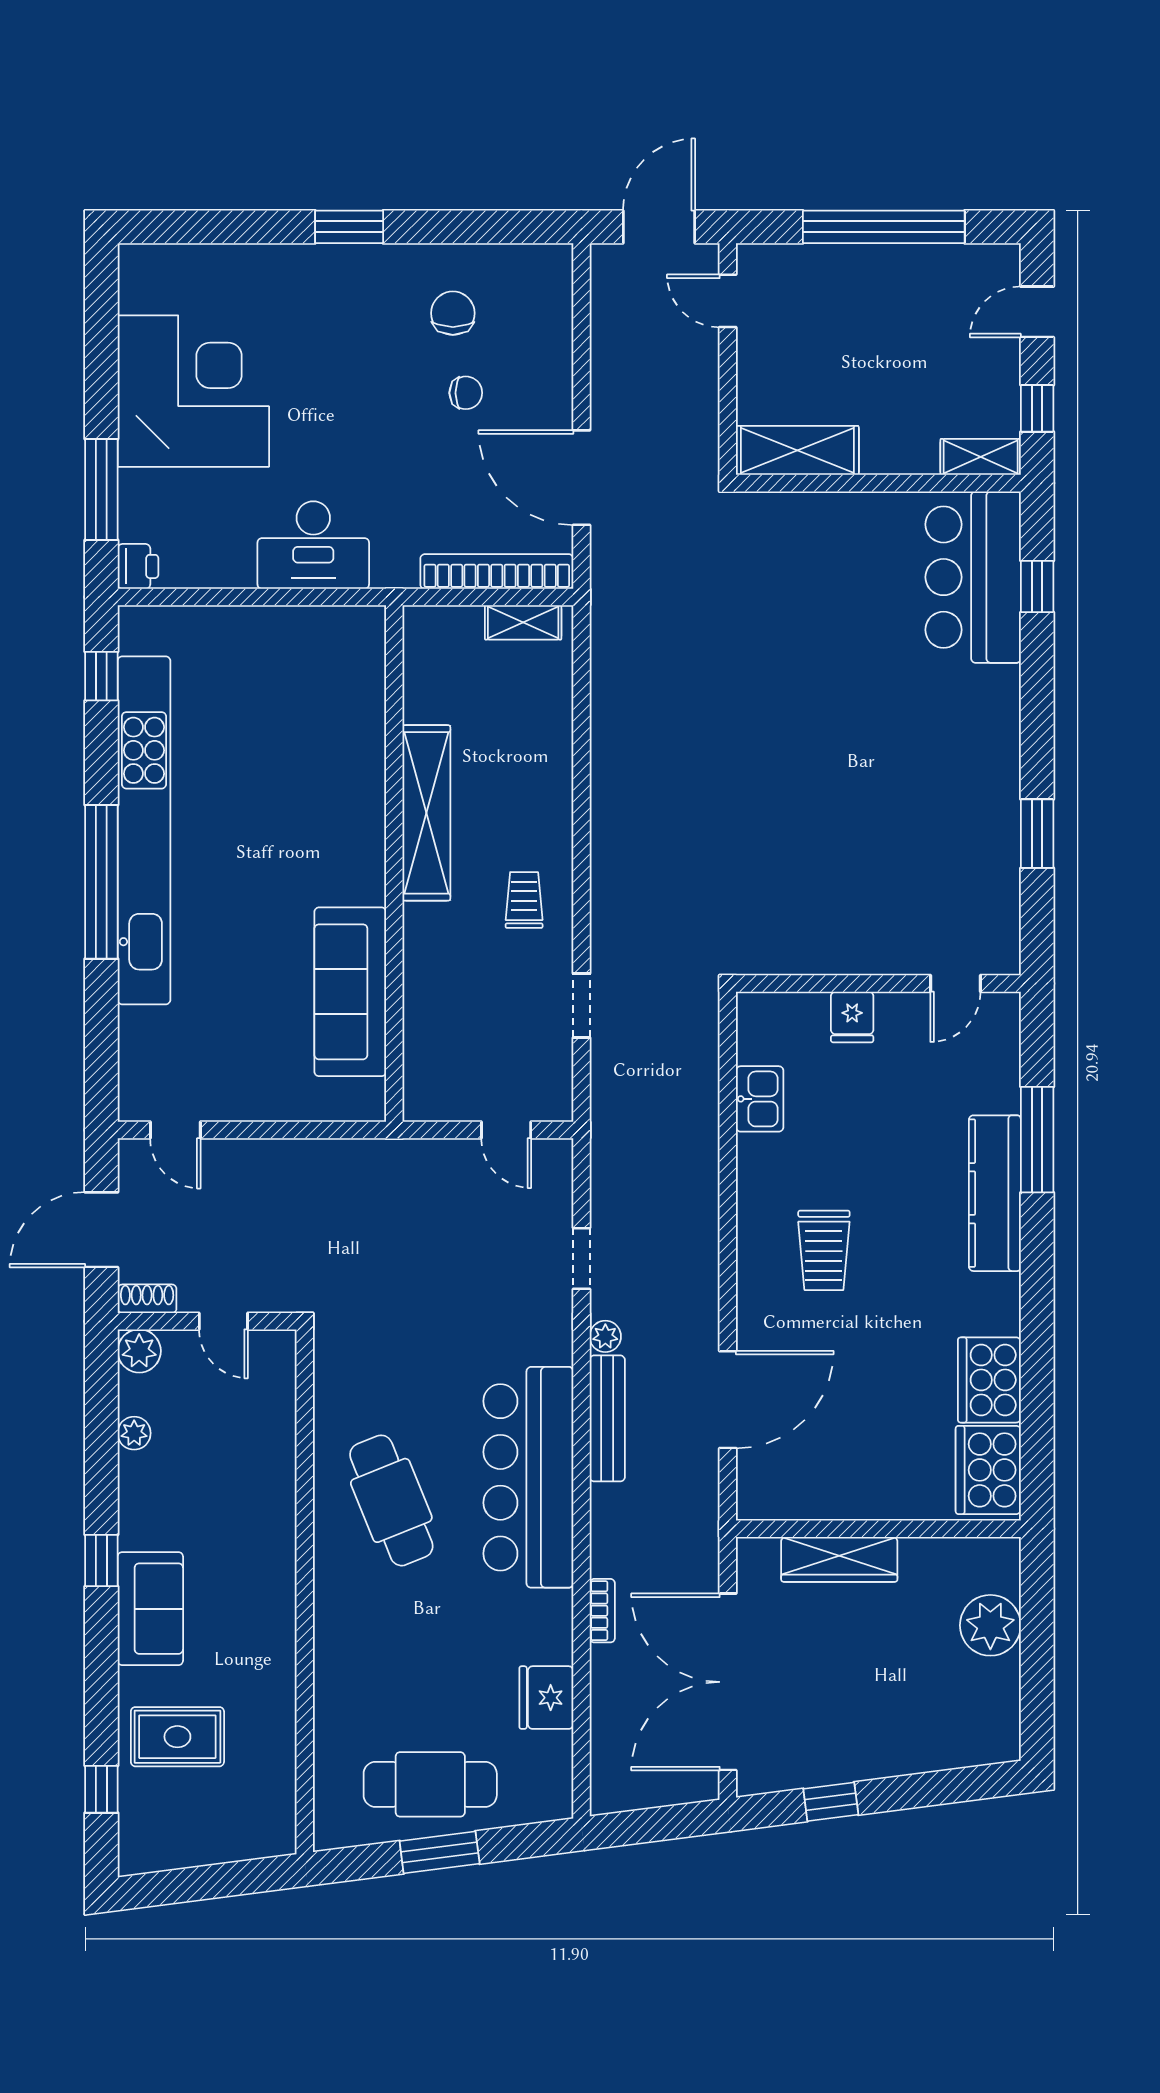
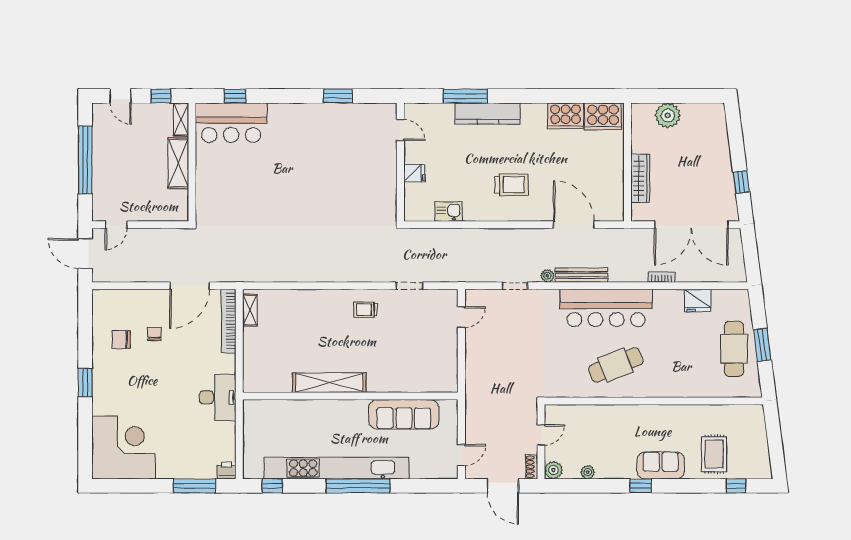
corner desk: (193, 391) -> (123, 447), moved, turned 90
shelving: (797, 450) -> (178, 163), moved
shelving: (426, 813) -> (329, 383), moved
wall: (394, 864) -> (350, 396), moved
sofa: (350, 992) -> (404, 414), moved

